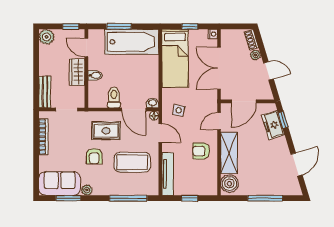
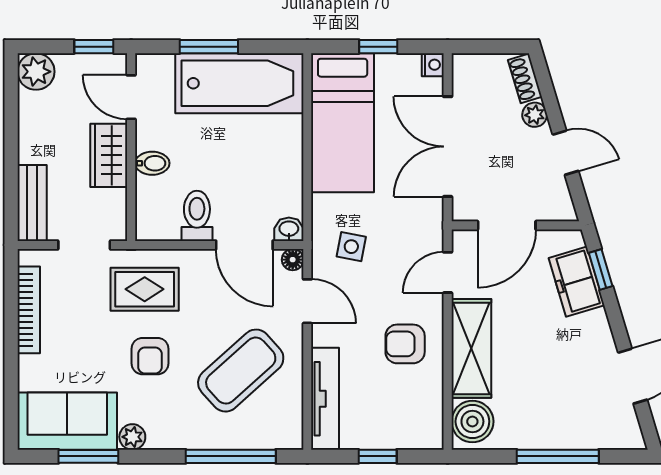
rug: (106, 131) -> (145, 289), moved
coffee table: (132, 162) -> (241, 371), turned -42

